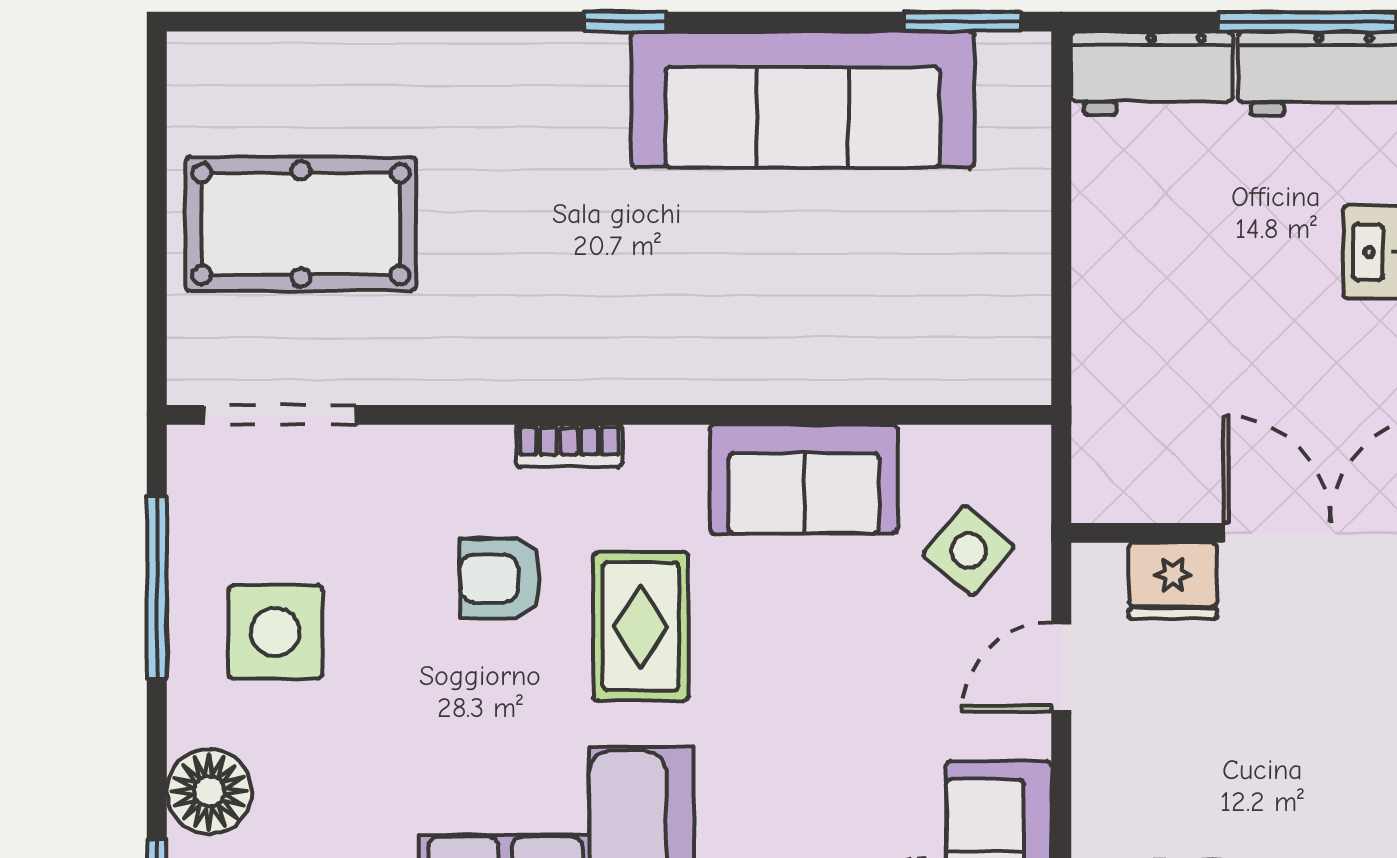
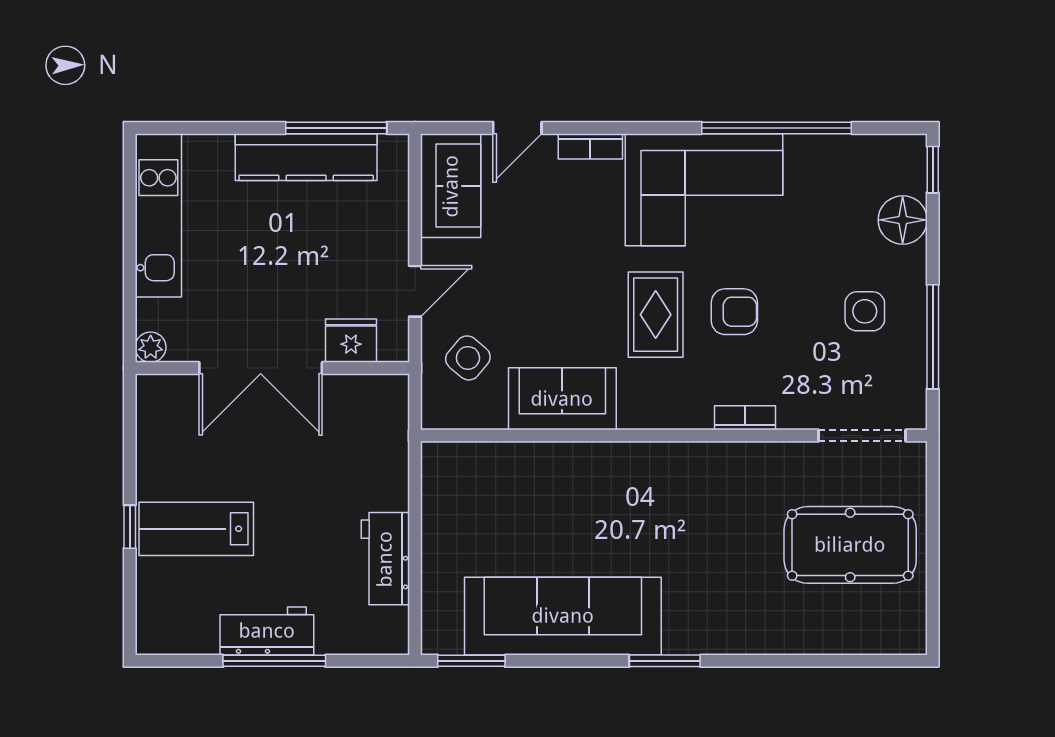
window: (625, 22) -> (665, 661), width x1.50
workbench: (1152, 73) -> (385, 559), moved, turned -90
bookcase: (569, 446) -> (745, 418), moved
armchair: (500, 578) -> (734, 312), moved
side table: (275, 632) -> (865, 311), width x0.73, depth x0.73

